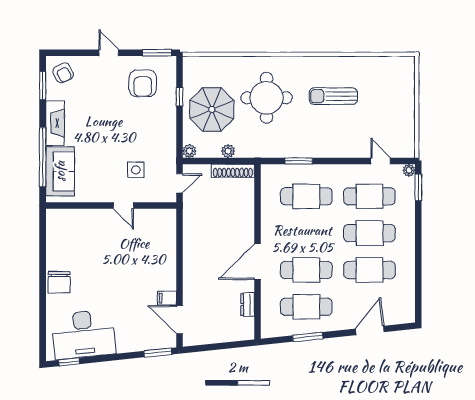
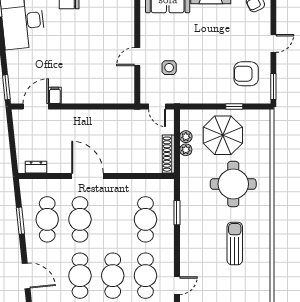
plant: (189, 151) -> (186, 137), moved
dresser: (248, 305) -> (36, 167), moved

